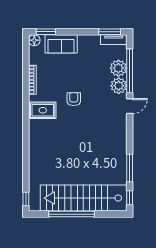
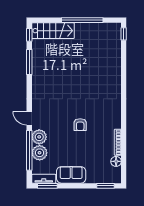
floor lamp: (34, 40) -> (116, 161), moved
sofa: (61, 44) -> (71, 175), moved
door: (130, 106) -> (29, 118), hinge flipped
rug: (43, 110) -> (108, 114), removed
stairs: (84, 198) -> (53, 31), width x0.54, depth x0.66

